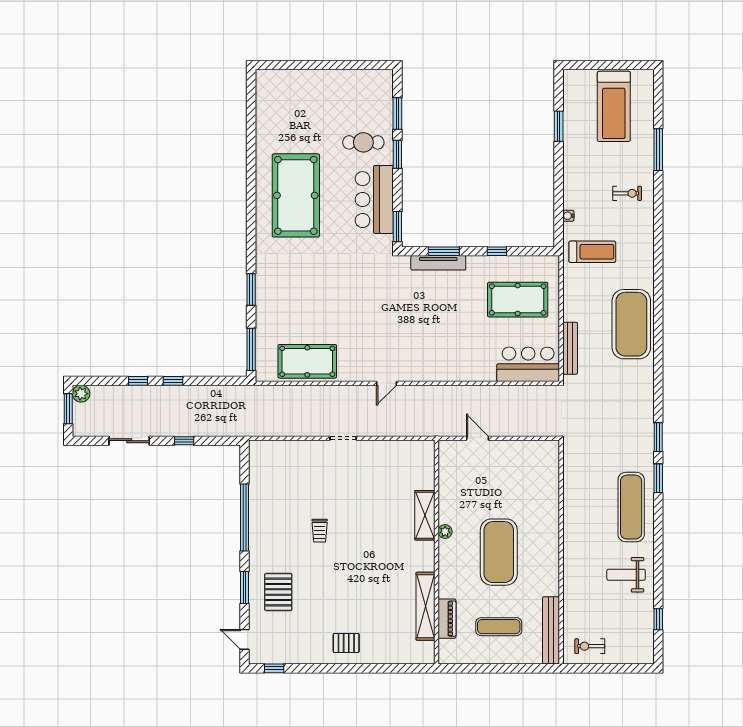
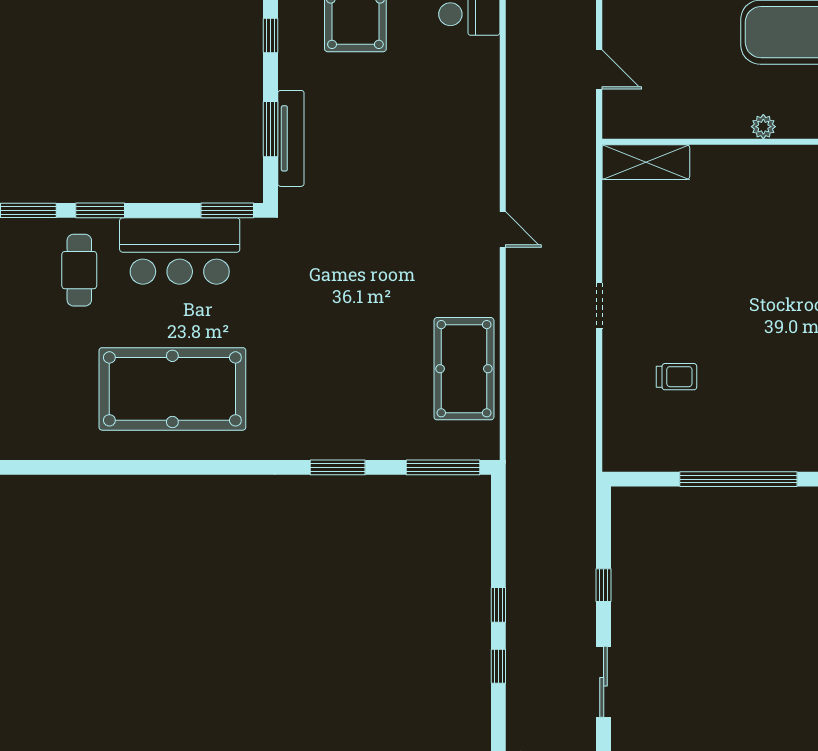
door: (477, 438) -> (599, 70), swing flipped
shelving: (425, 515) -> (646, 162), moved
trolley: (320, 531) -> (677, 377), moved

